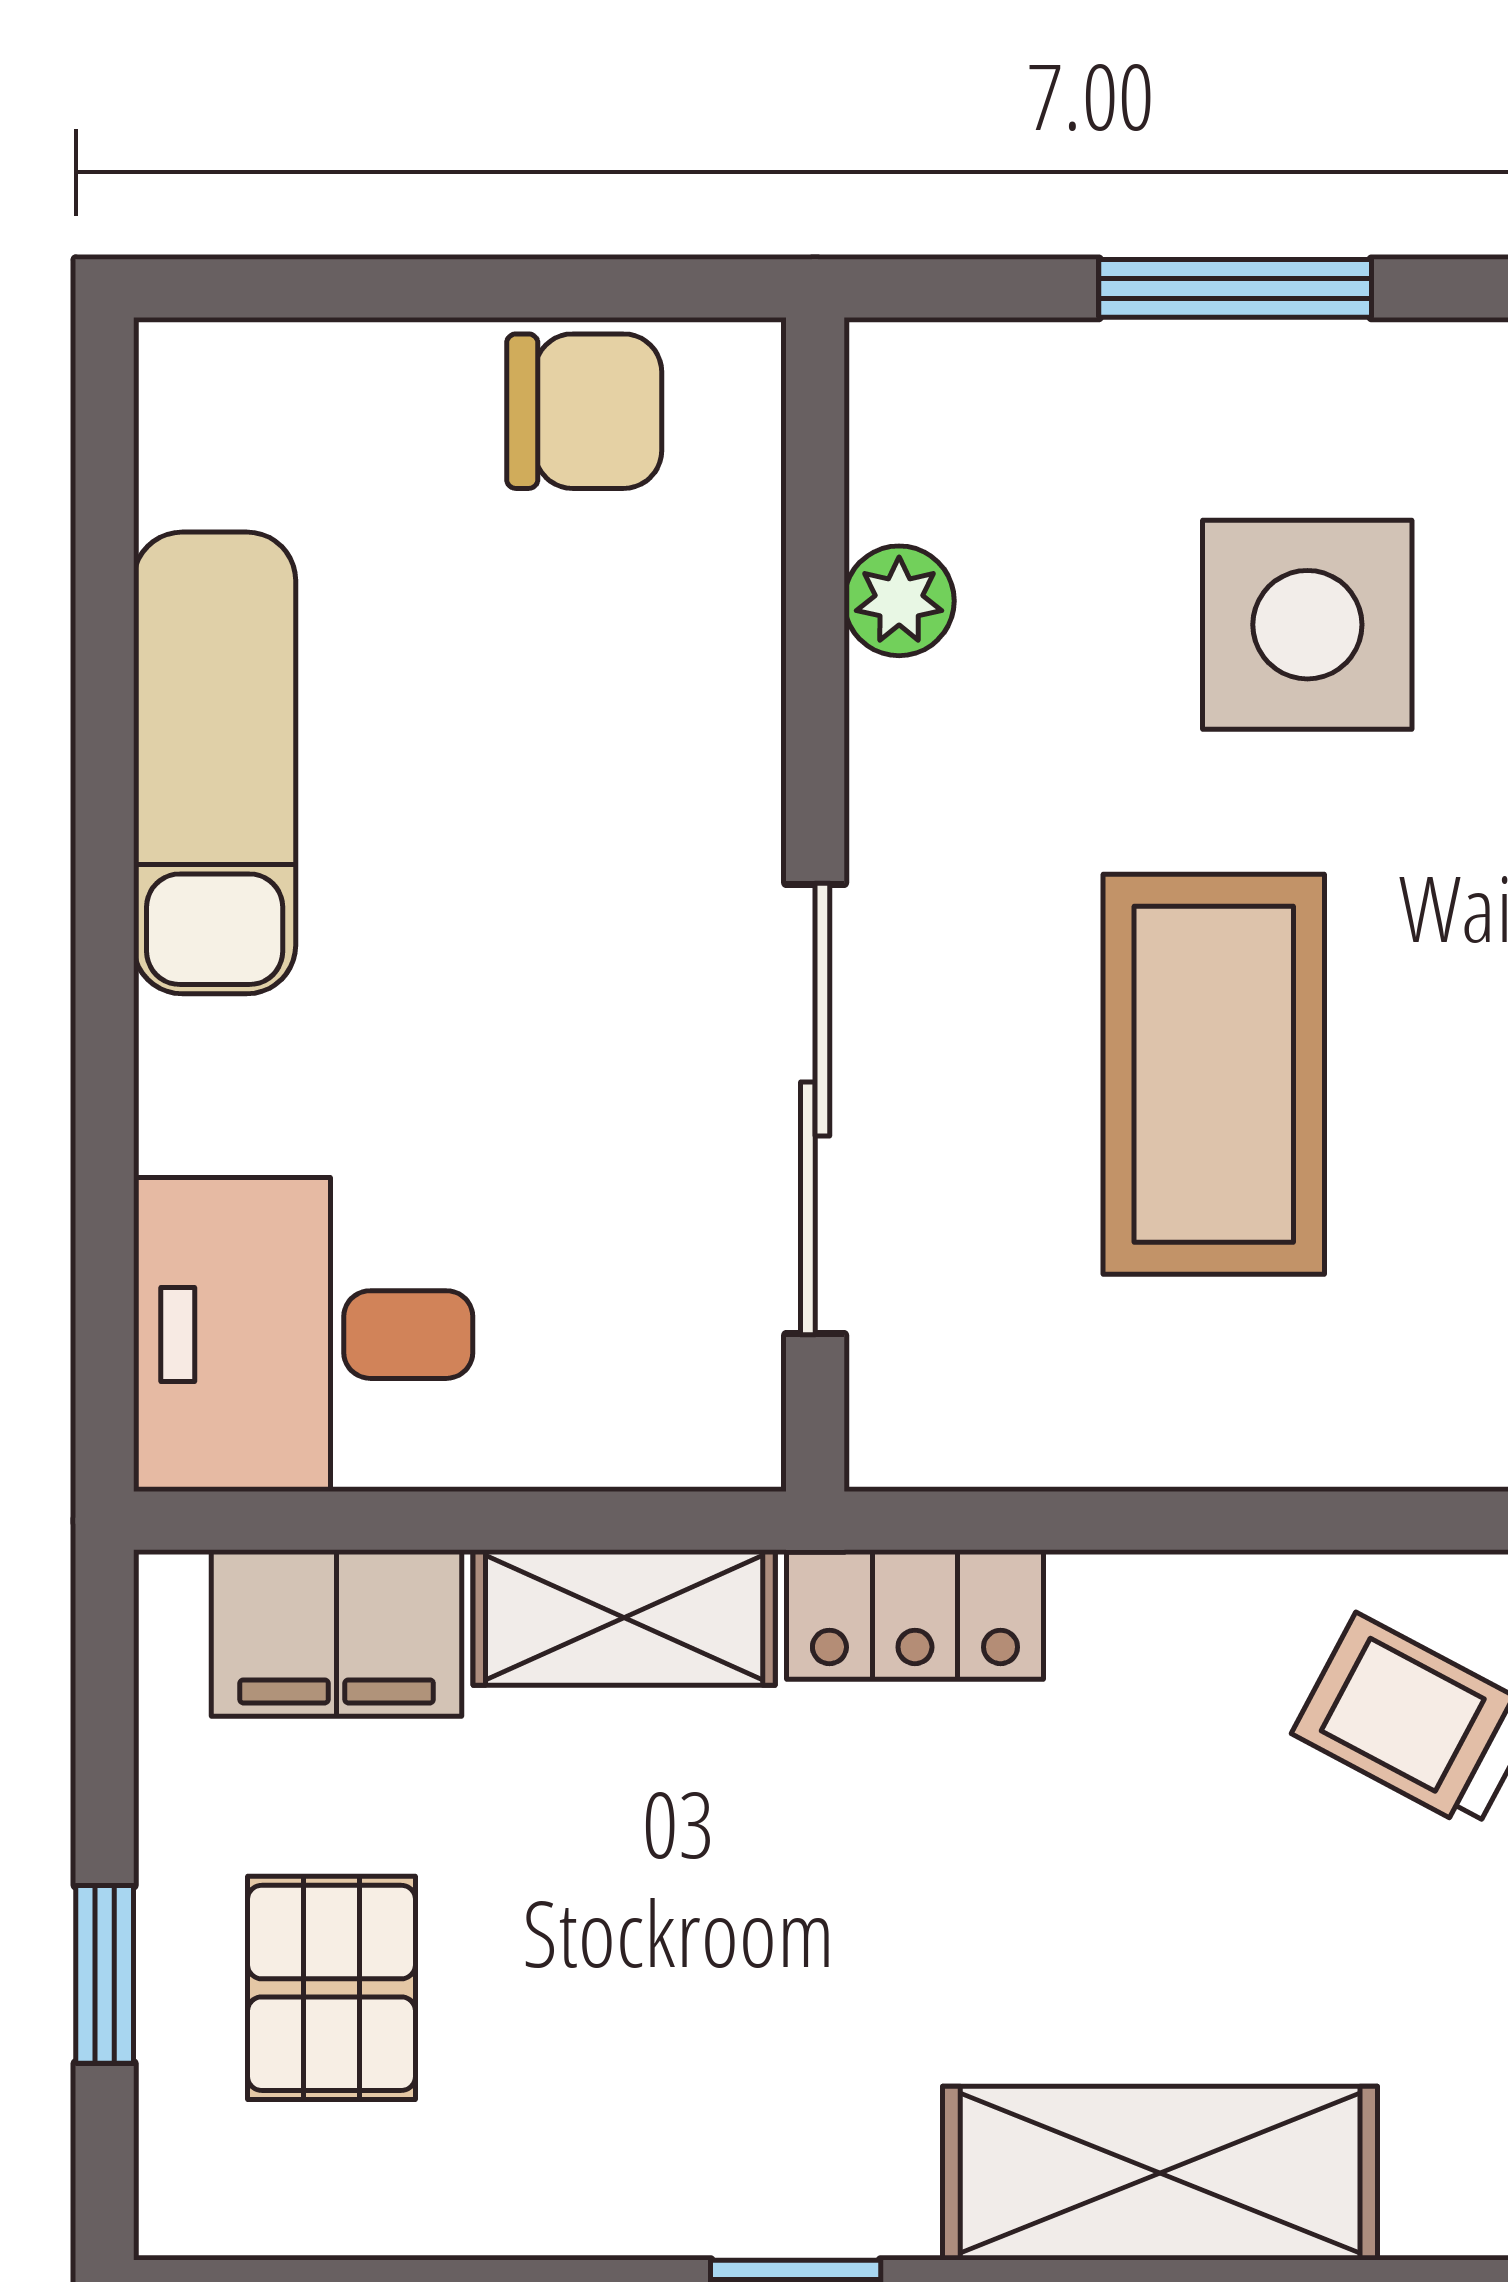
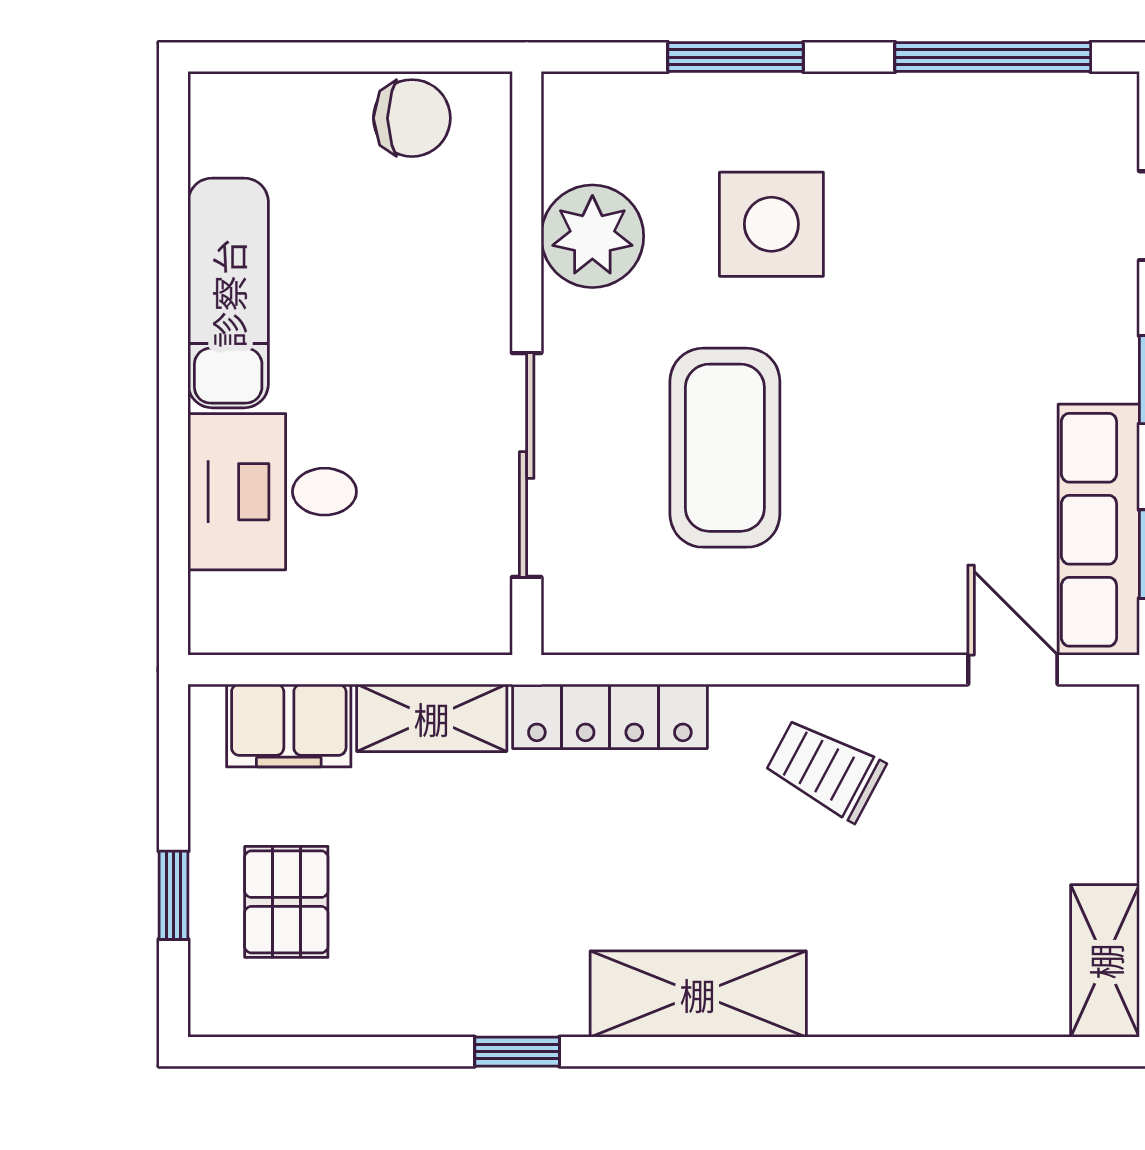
plant: (899, 601) -> (592, 236), width x1.88, depth x1.88
desk: (303, 1335) -> (272, 492), moved
locker: (915, 1615) -> (610, 716), width x1.53

